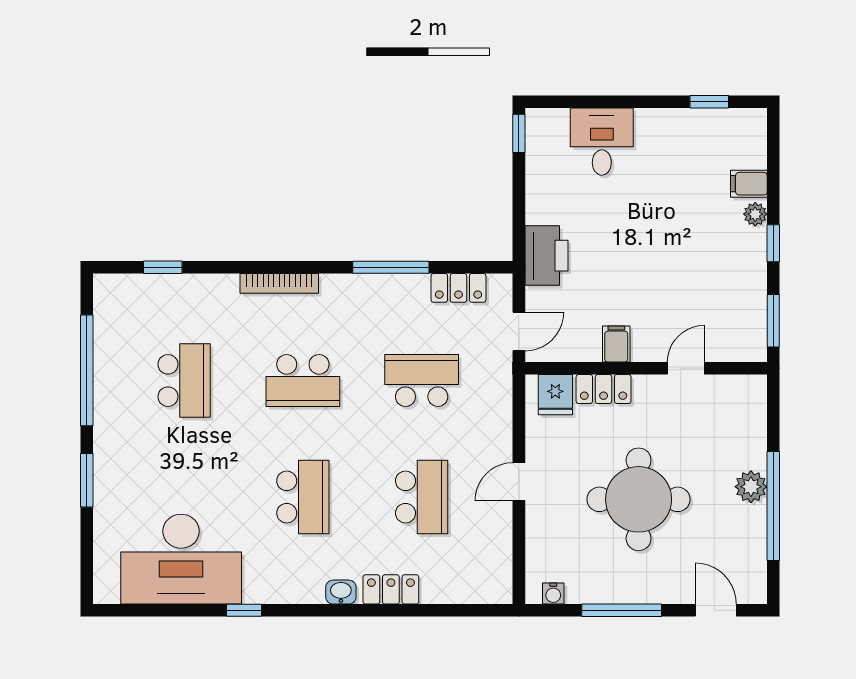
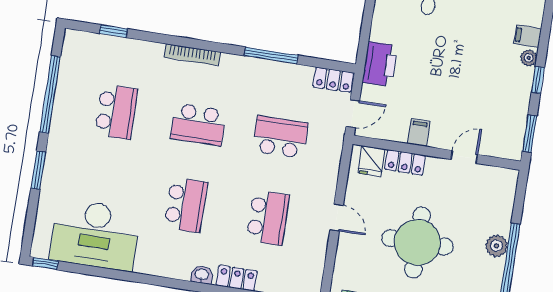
locker: (458, 288) -> (333, 80), moved
door: (519, 482) -> (337, 217), swing flipped
window: (244, 610) -> (46, 263), moved

